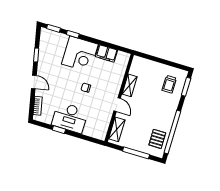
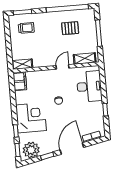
plant: (48, 42) -> (31, 150), added
filing cabinet: (107, 53) -> (20, 81), moved
door: (34, 82) -> (72, 149), width x1.88
shelving: (130, 85) -> (22, 64), moved
desk: (70, 118) -> (89, 86), moved
pallet: (157, 139) -> (70, 28), moved

